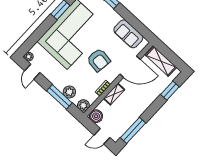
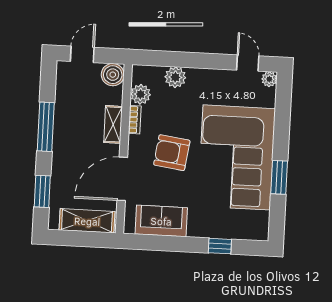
window: (59, 97) -> (183, 60), removed
plant: (83, 105) -> (141, 94), moved
window: (133, 130) -> (46, 127), moved

